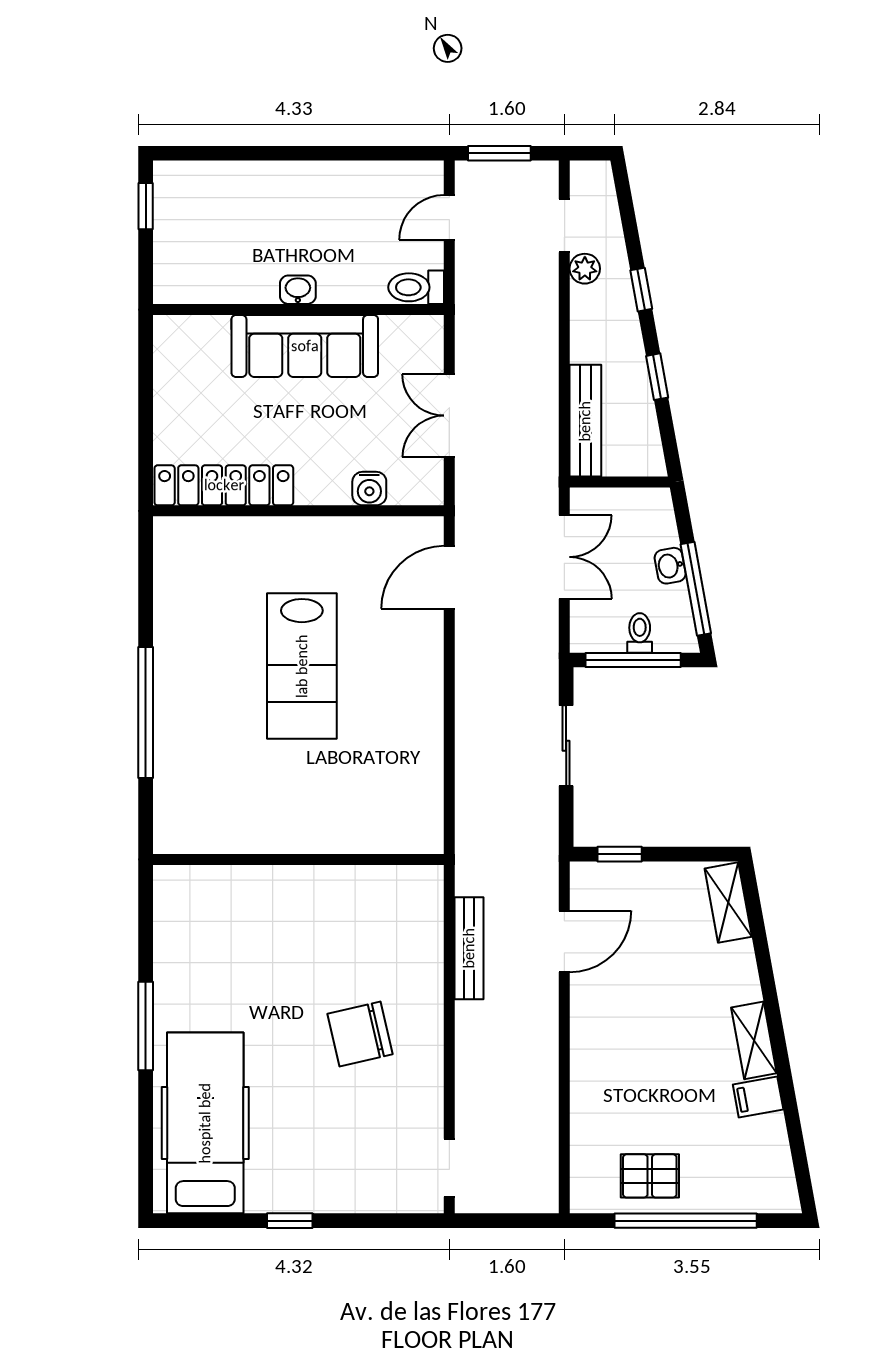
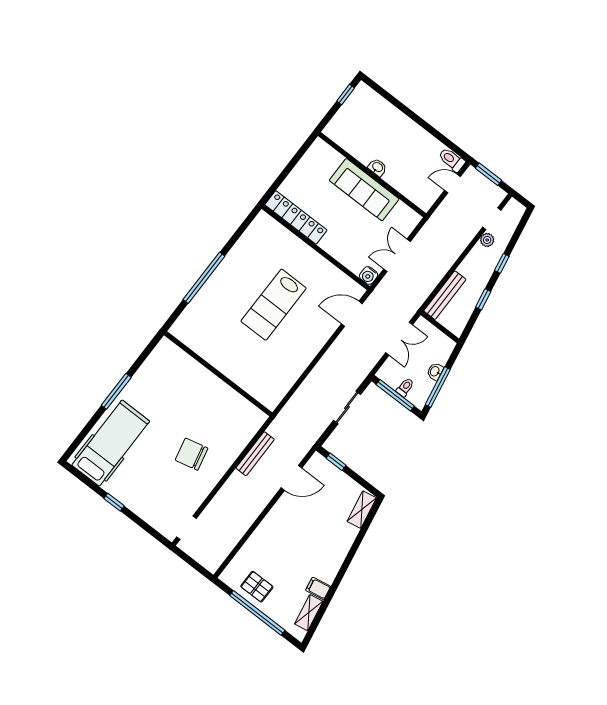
toilet: (416, 287) -> (452, 160), moved
water cooler: (369, 489) -> (369, 275), moved
shelving: (754, 1040) -> (309, 613), moved

